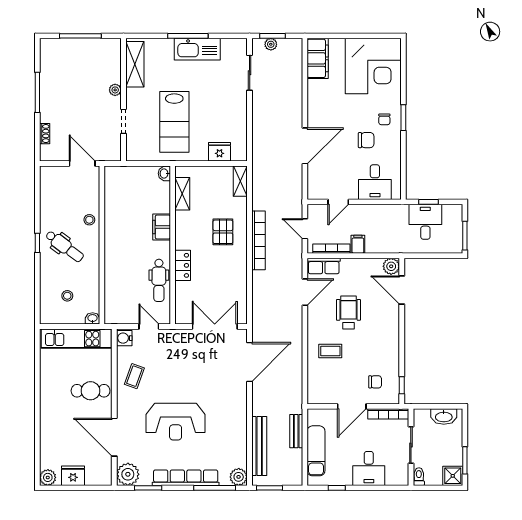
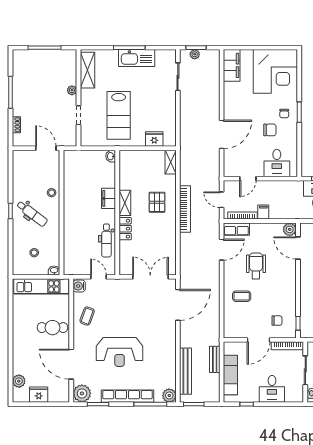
shelving: (182, 194) -> (125, 203), moved
plant: (48, 477) -> (19, 381), moved

